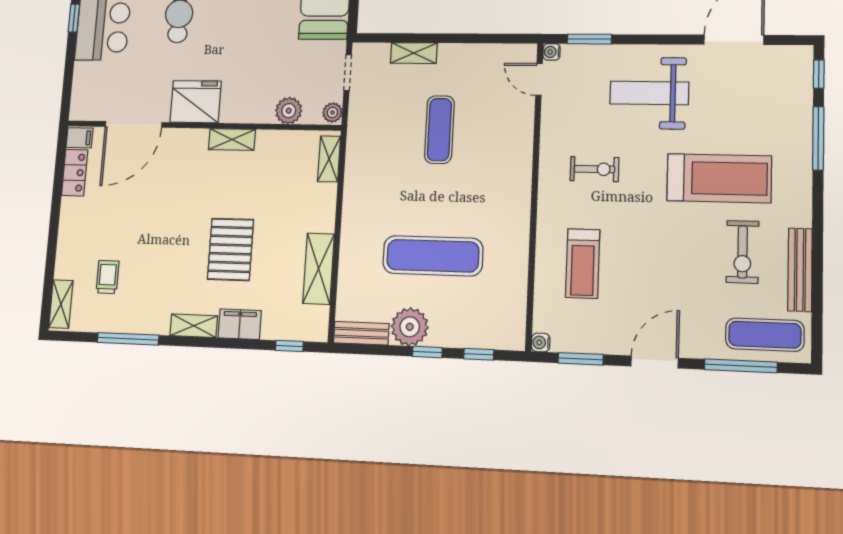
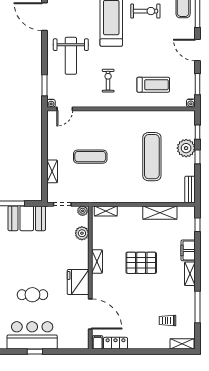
pallet: (231, 249) -> (141, 263), moved
plant: (410, 327) -> (186, 148), moved

